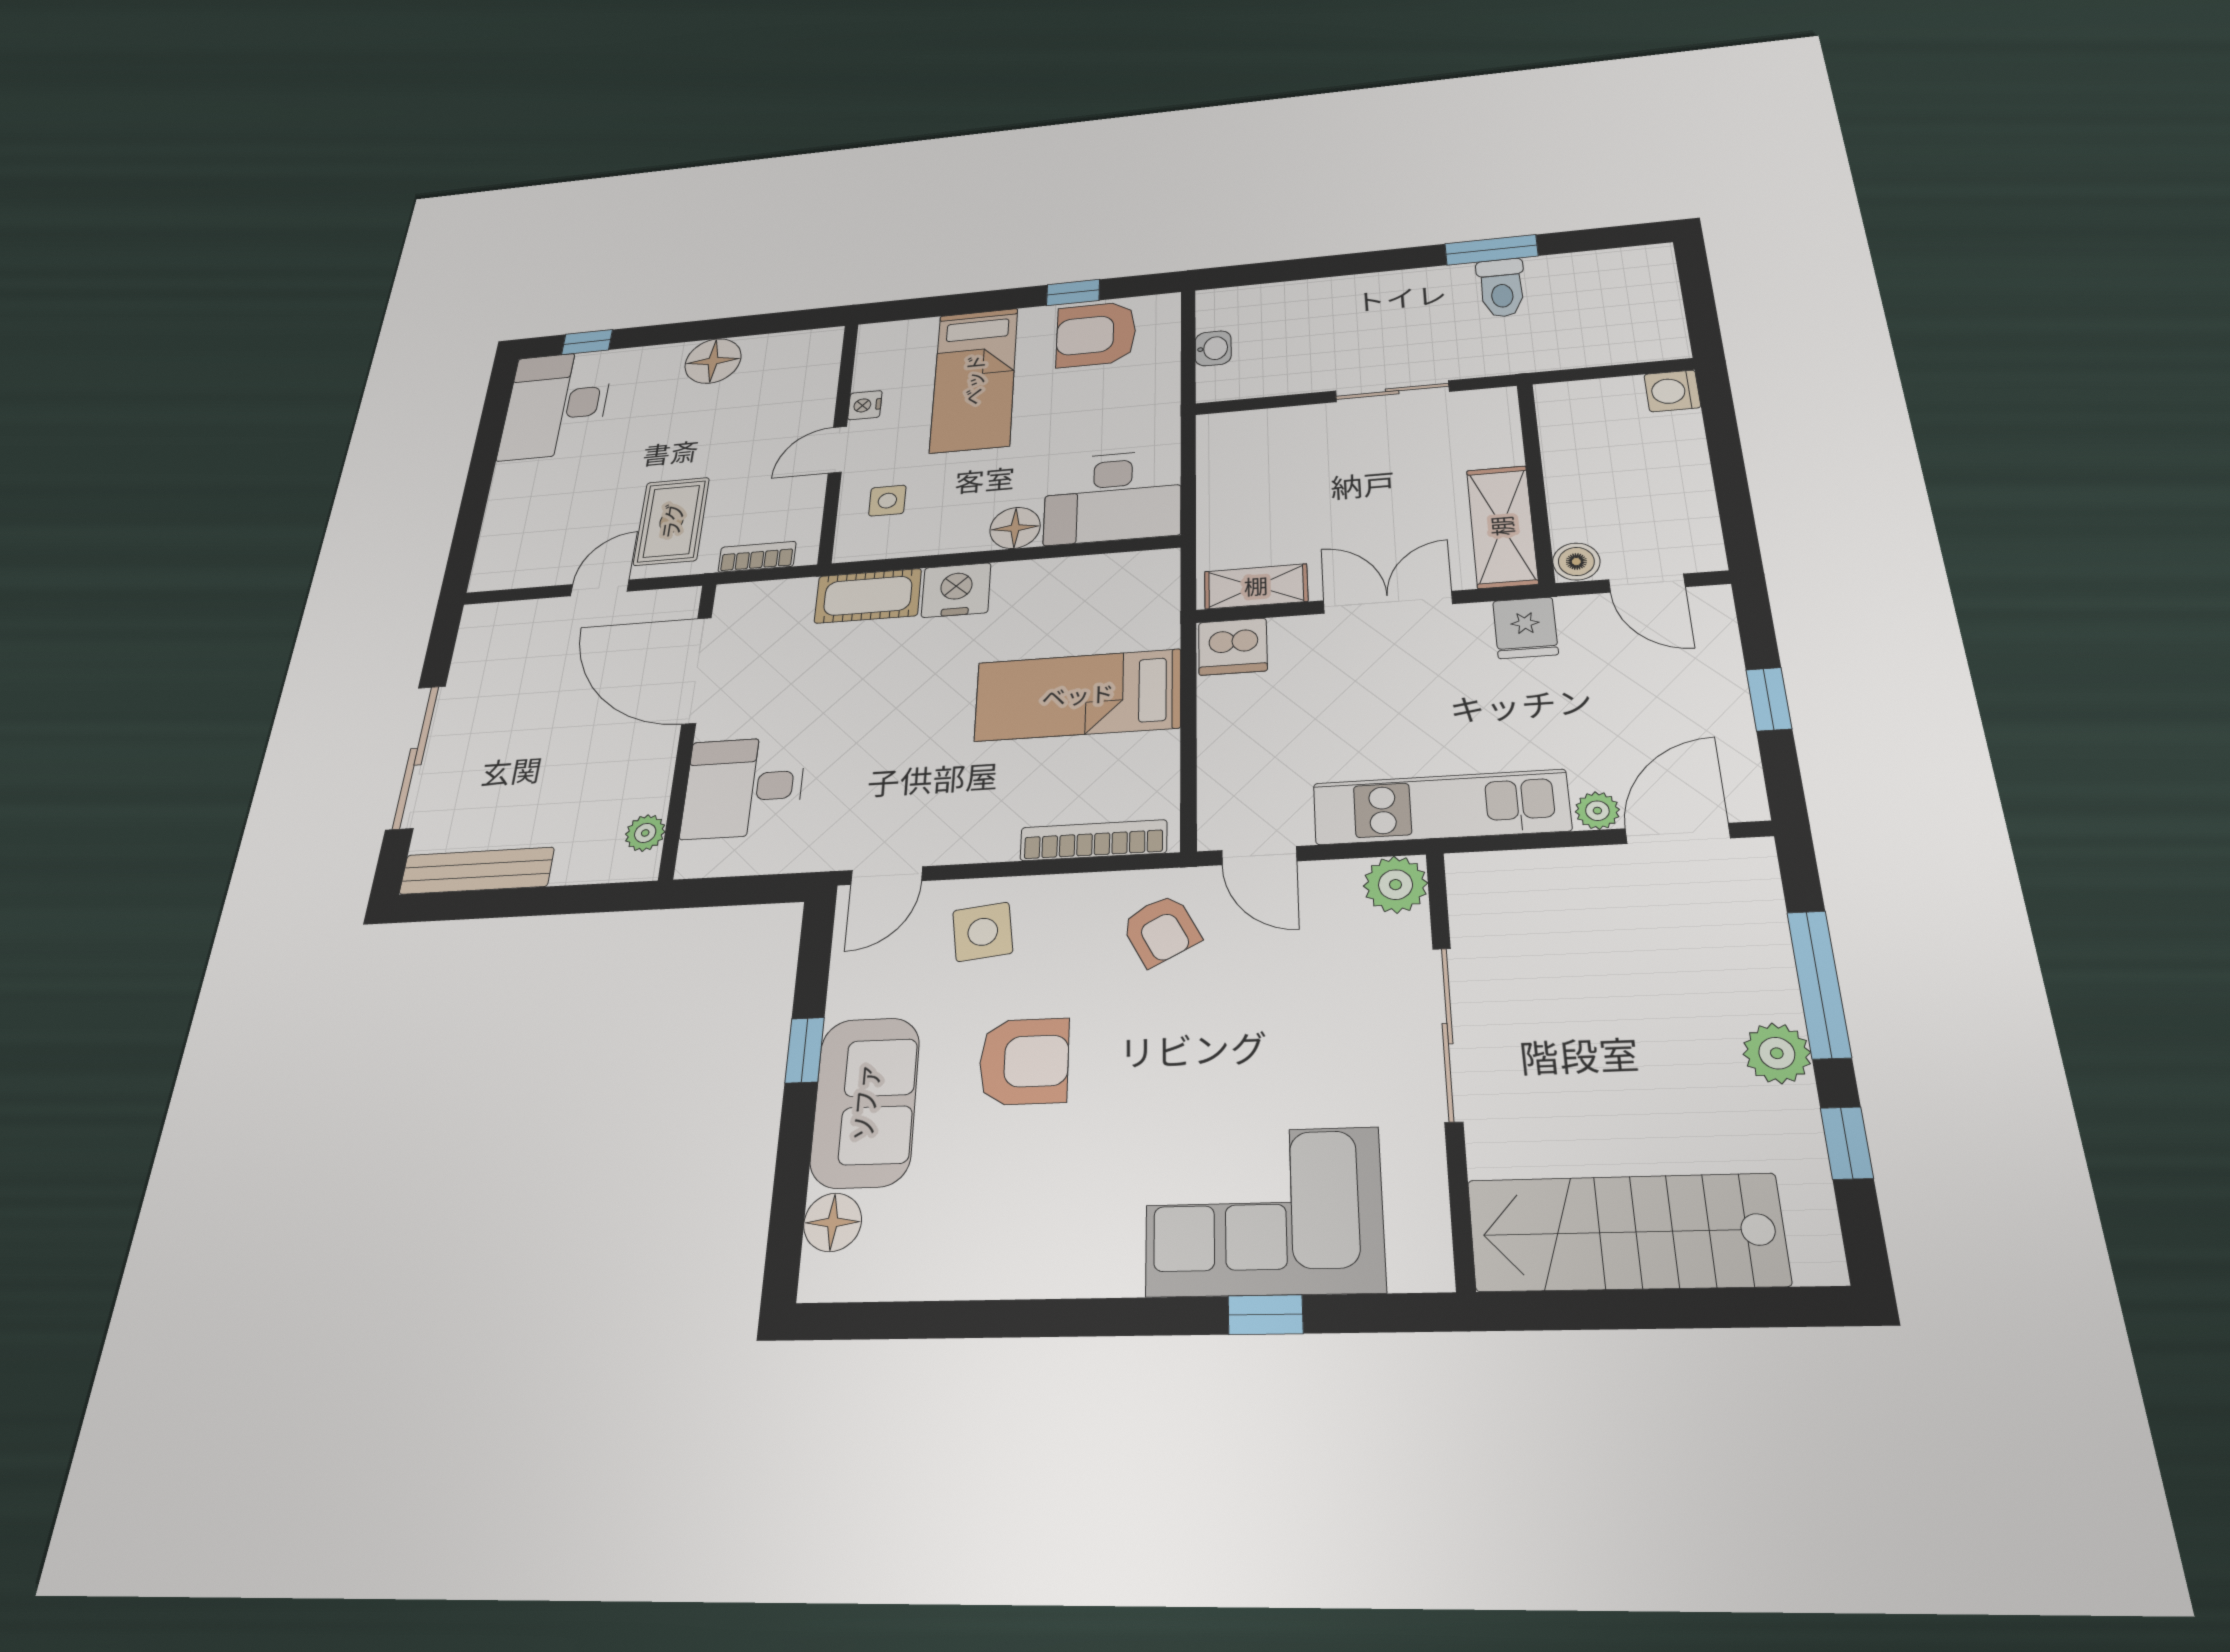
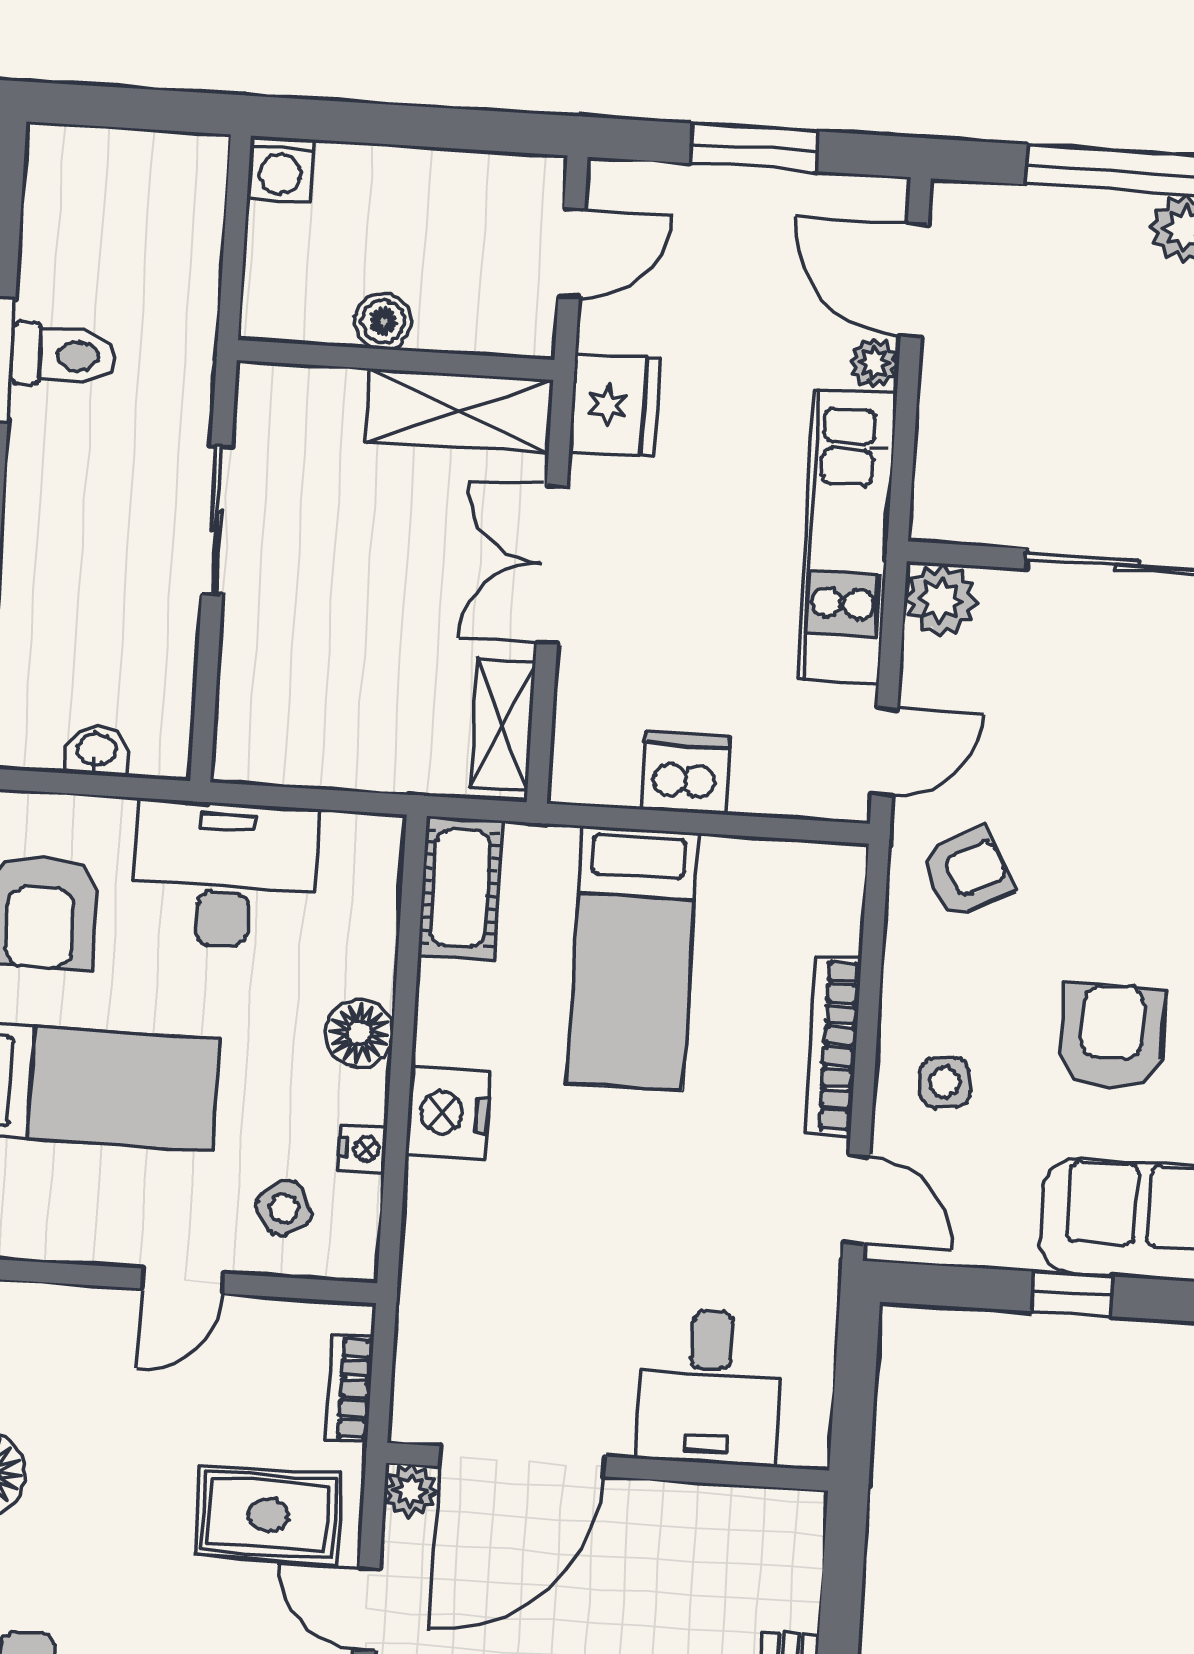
nightstand: (865, 405) -> (363, 1149), moved, turned -90
door: (837, 450) -> (183, 1281), hinge flipped
desk: (1113, 497) -> (224, 875), moved, turned -90
side table: (887, 501) -> (284, 1208), turned -32
boiler: (1576, 562) -> (383, 321), moved
cot: (868, 596) -> (460, 888), moved
fridge: (1525, 628) -> (614, 405), width x1.38
dishwasher: (1233, 647) -> (685, 773), moved, turned -90
window: (1769, 699) -> (754, 147), width x1.50
plant: (645, 833) -> (411, 1491), moved
bookcase: (1093, 840) -> (834, 1046), moved
side table: (983, 932) -> (945, 1082), width x0.73, depth x0.73

